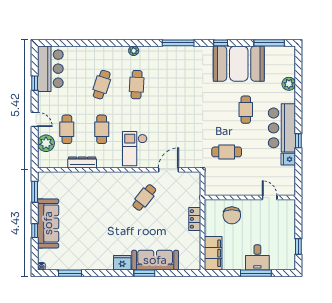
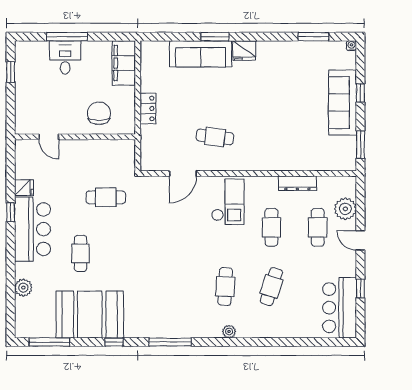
cafe table: (144, 197) -> (215, 137), turned 59

